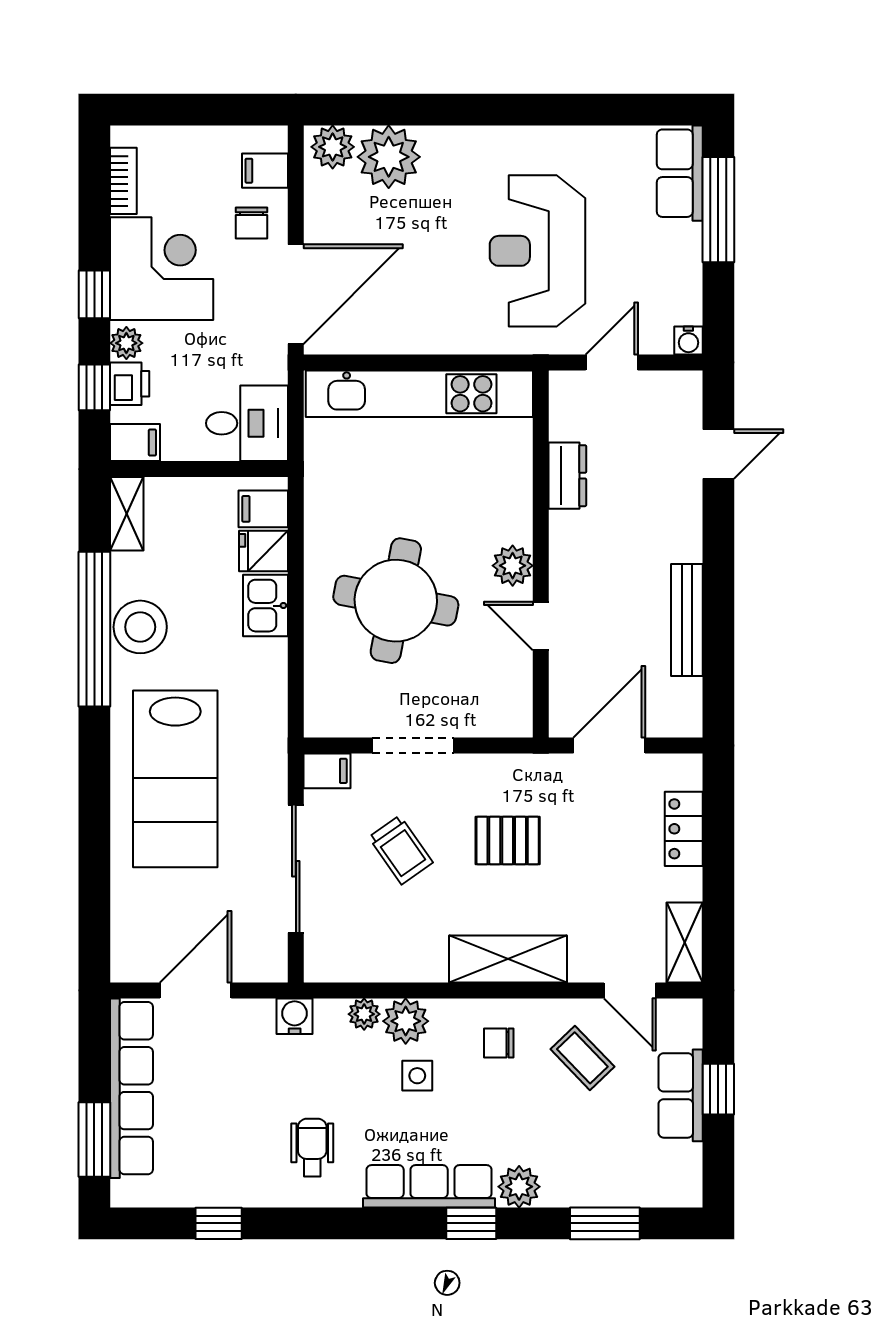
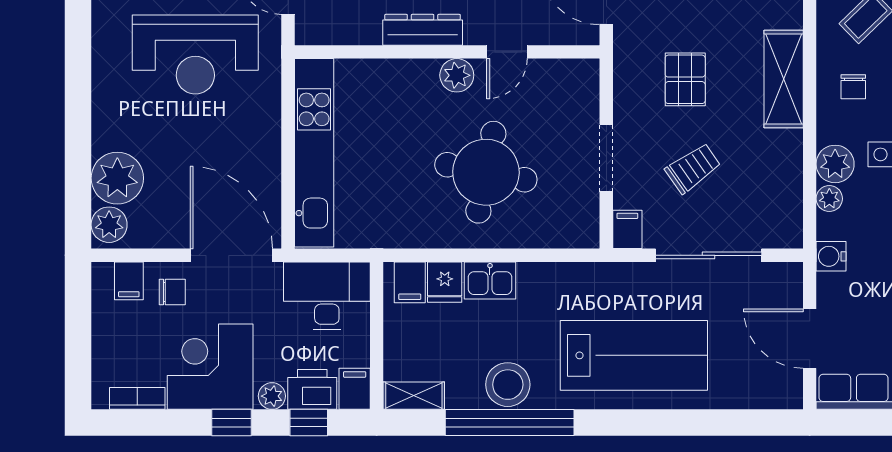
printer: (130, 384) -> (312, 389), width x1.36, depth x1.24
desk: (247, 423) -> (327, 296), width x1.37
dresser: (567, 476) -> (423, 30), moved, width x1.44

